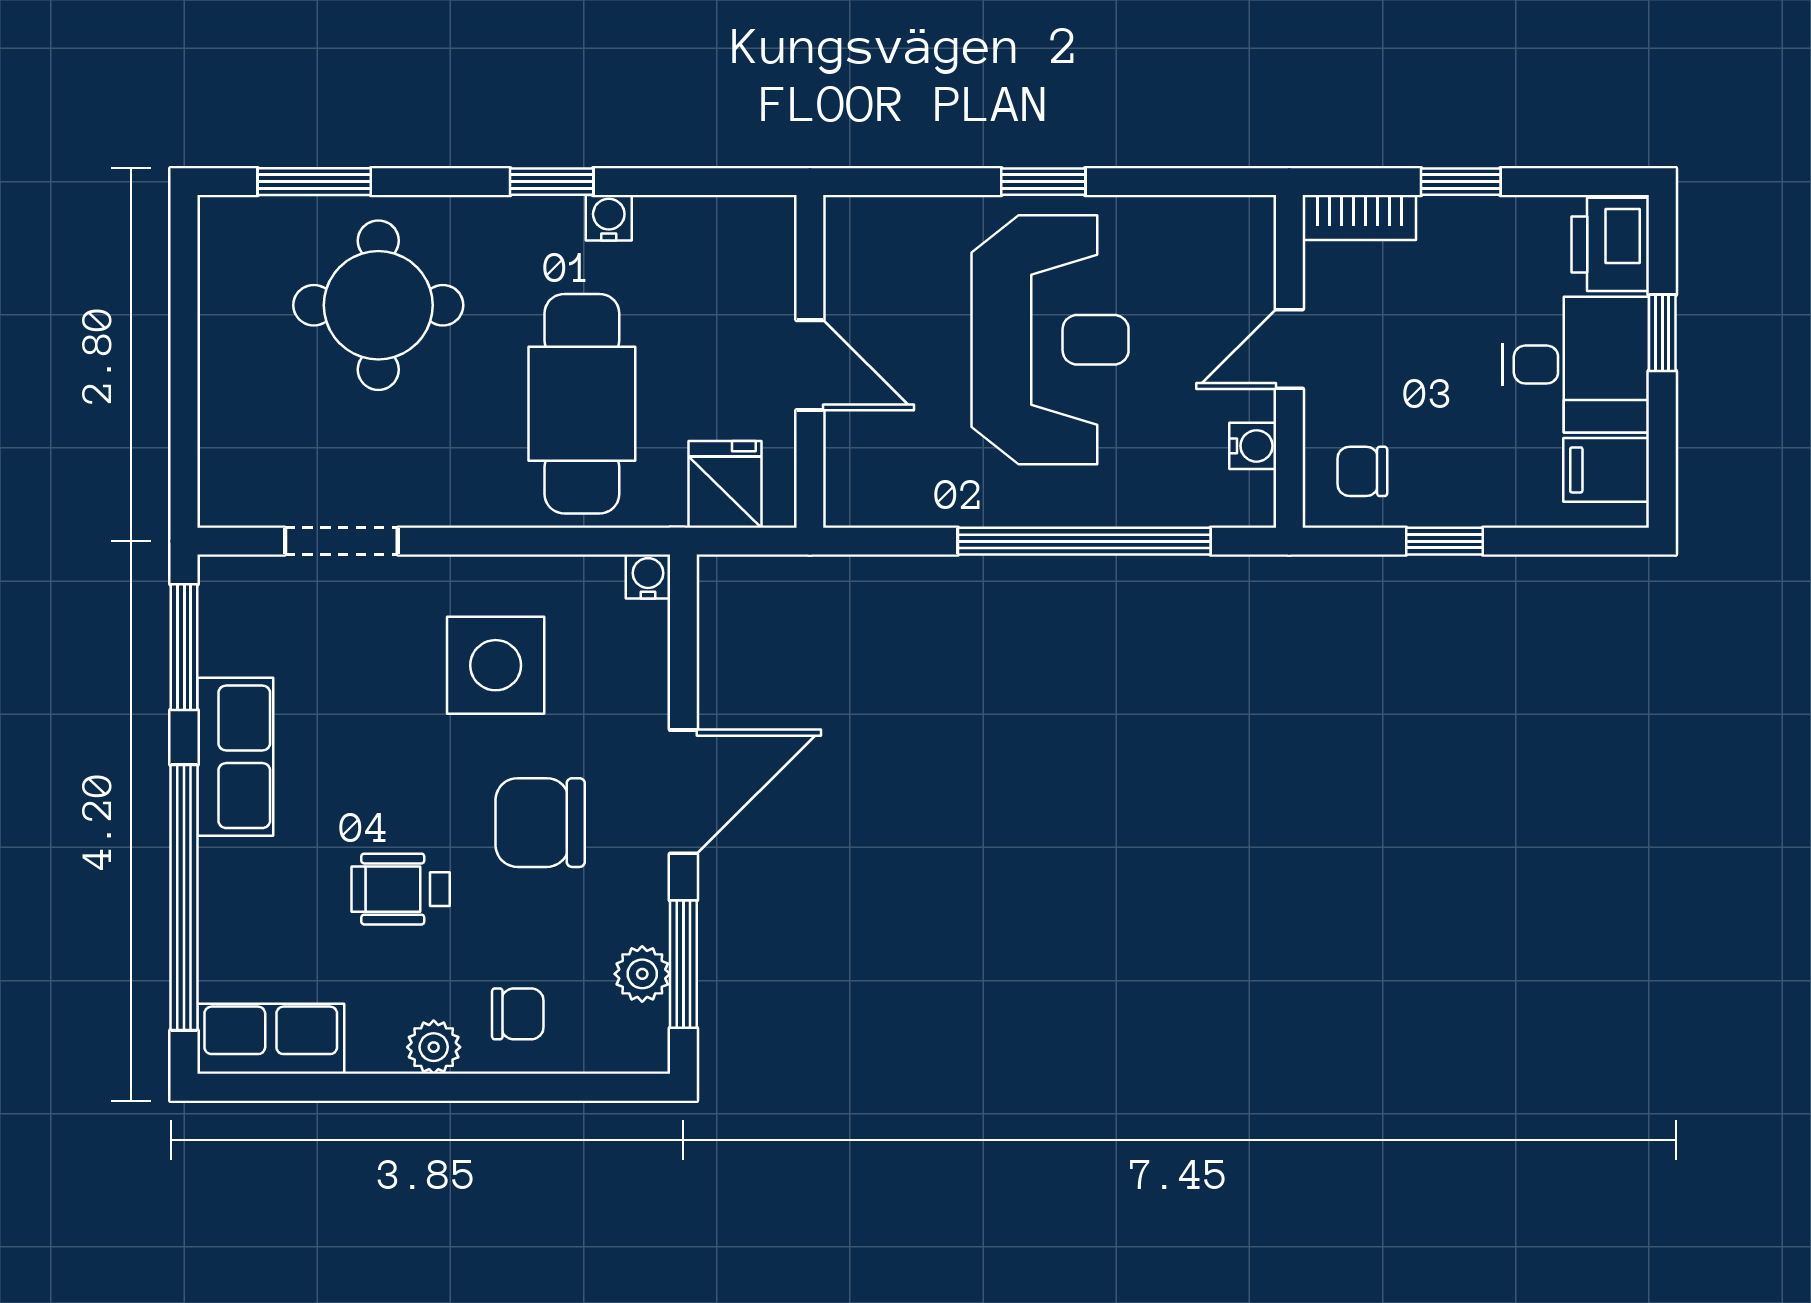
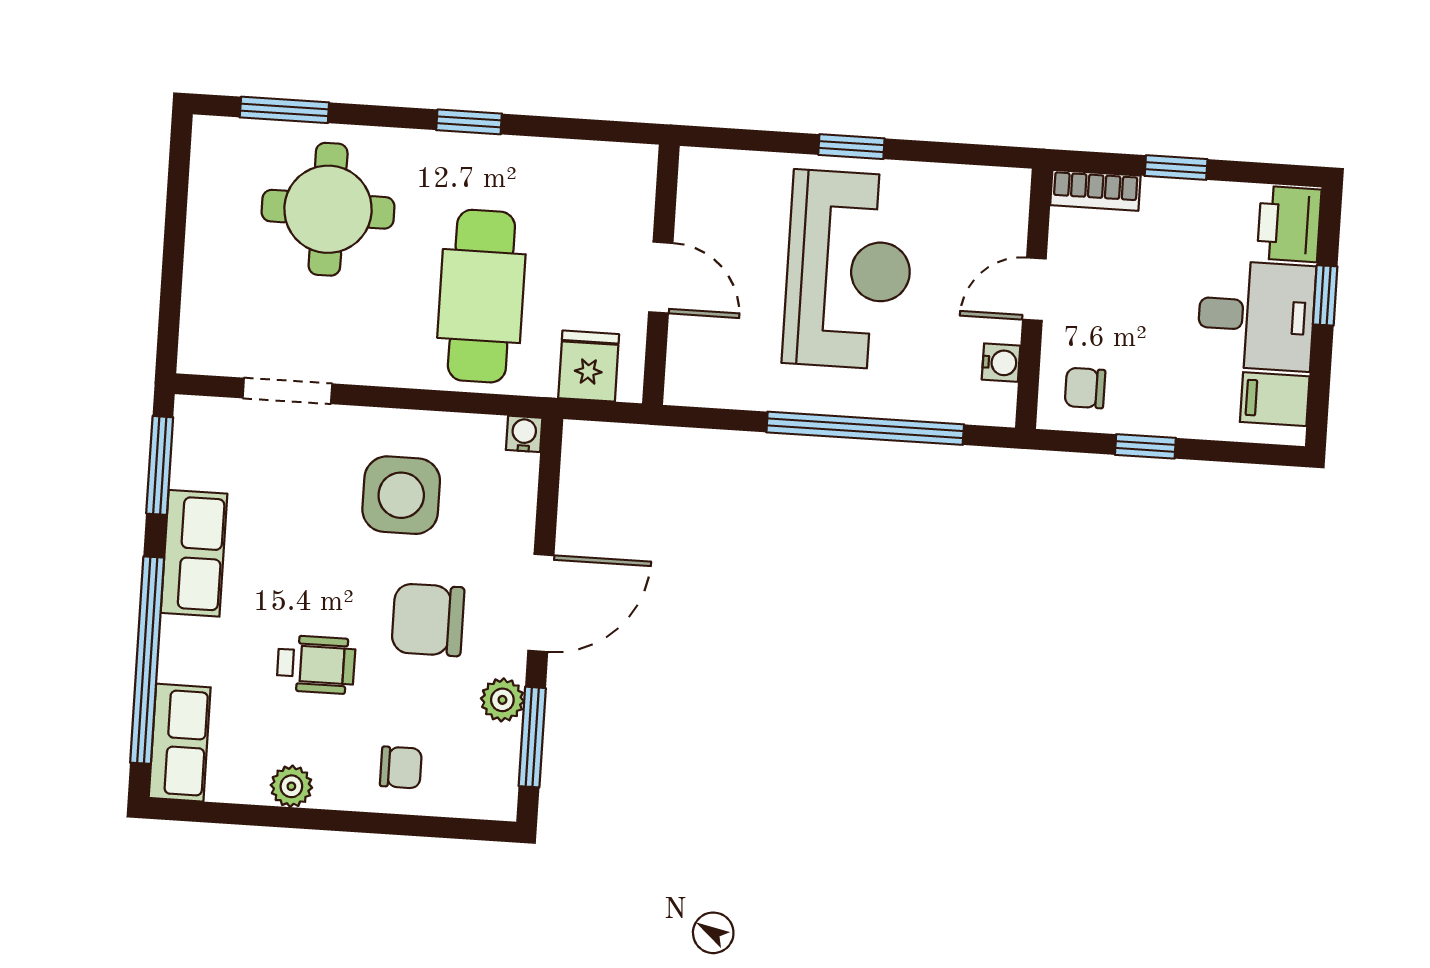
water cooler: (609, 218) -> (512, 153), removed
wheelchair: (401, 889) -> (316, 664), turned 180
plant: (642, 974) -> (502, 700), moved
row of seats: (271, 1039) -> (180, 743), moved, turned 90
plant: (434, 1047) -> (291, 786), moved

